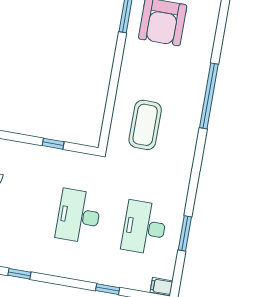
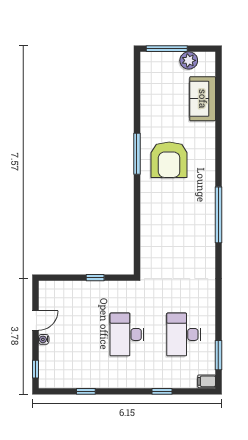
coffee table: (145, 125) -> (169, 248), removed
window: (185, 233) -> (218, 355), moved

